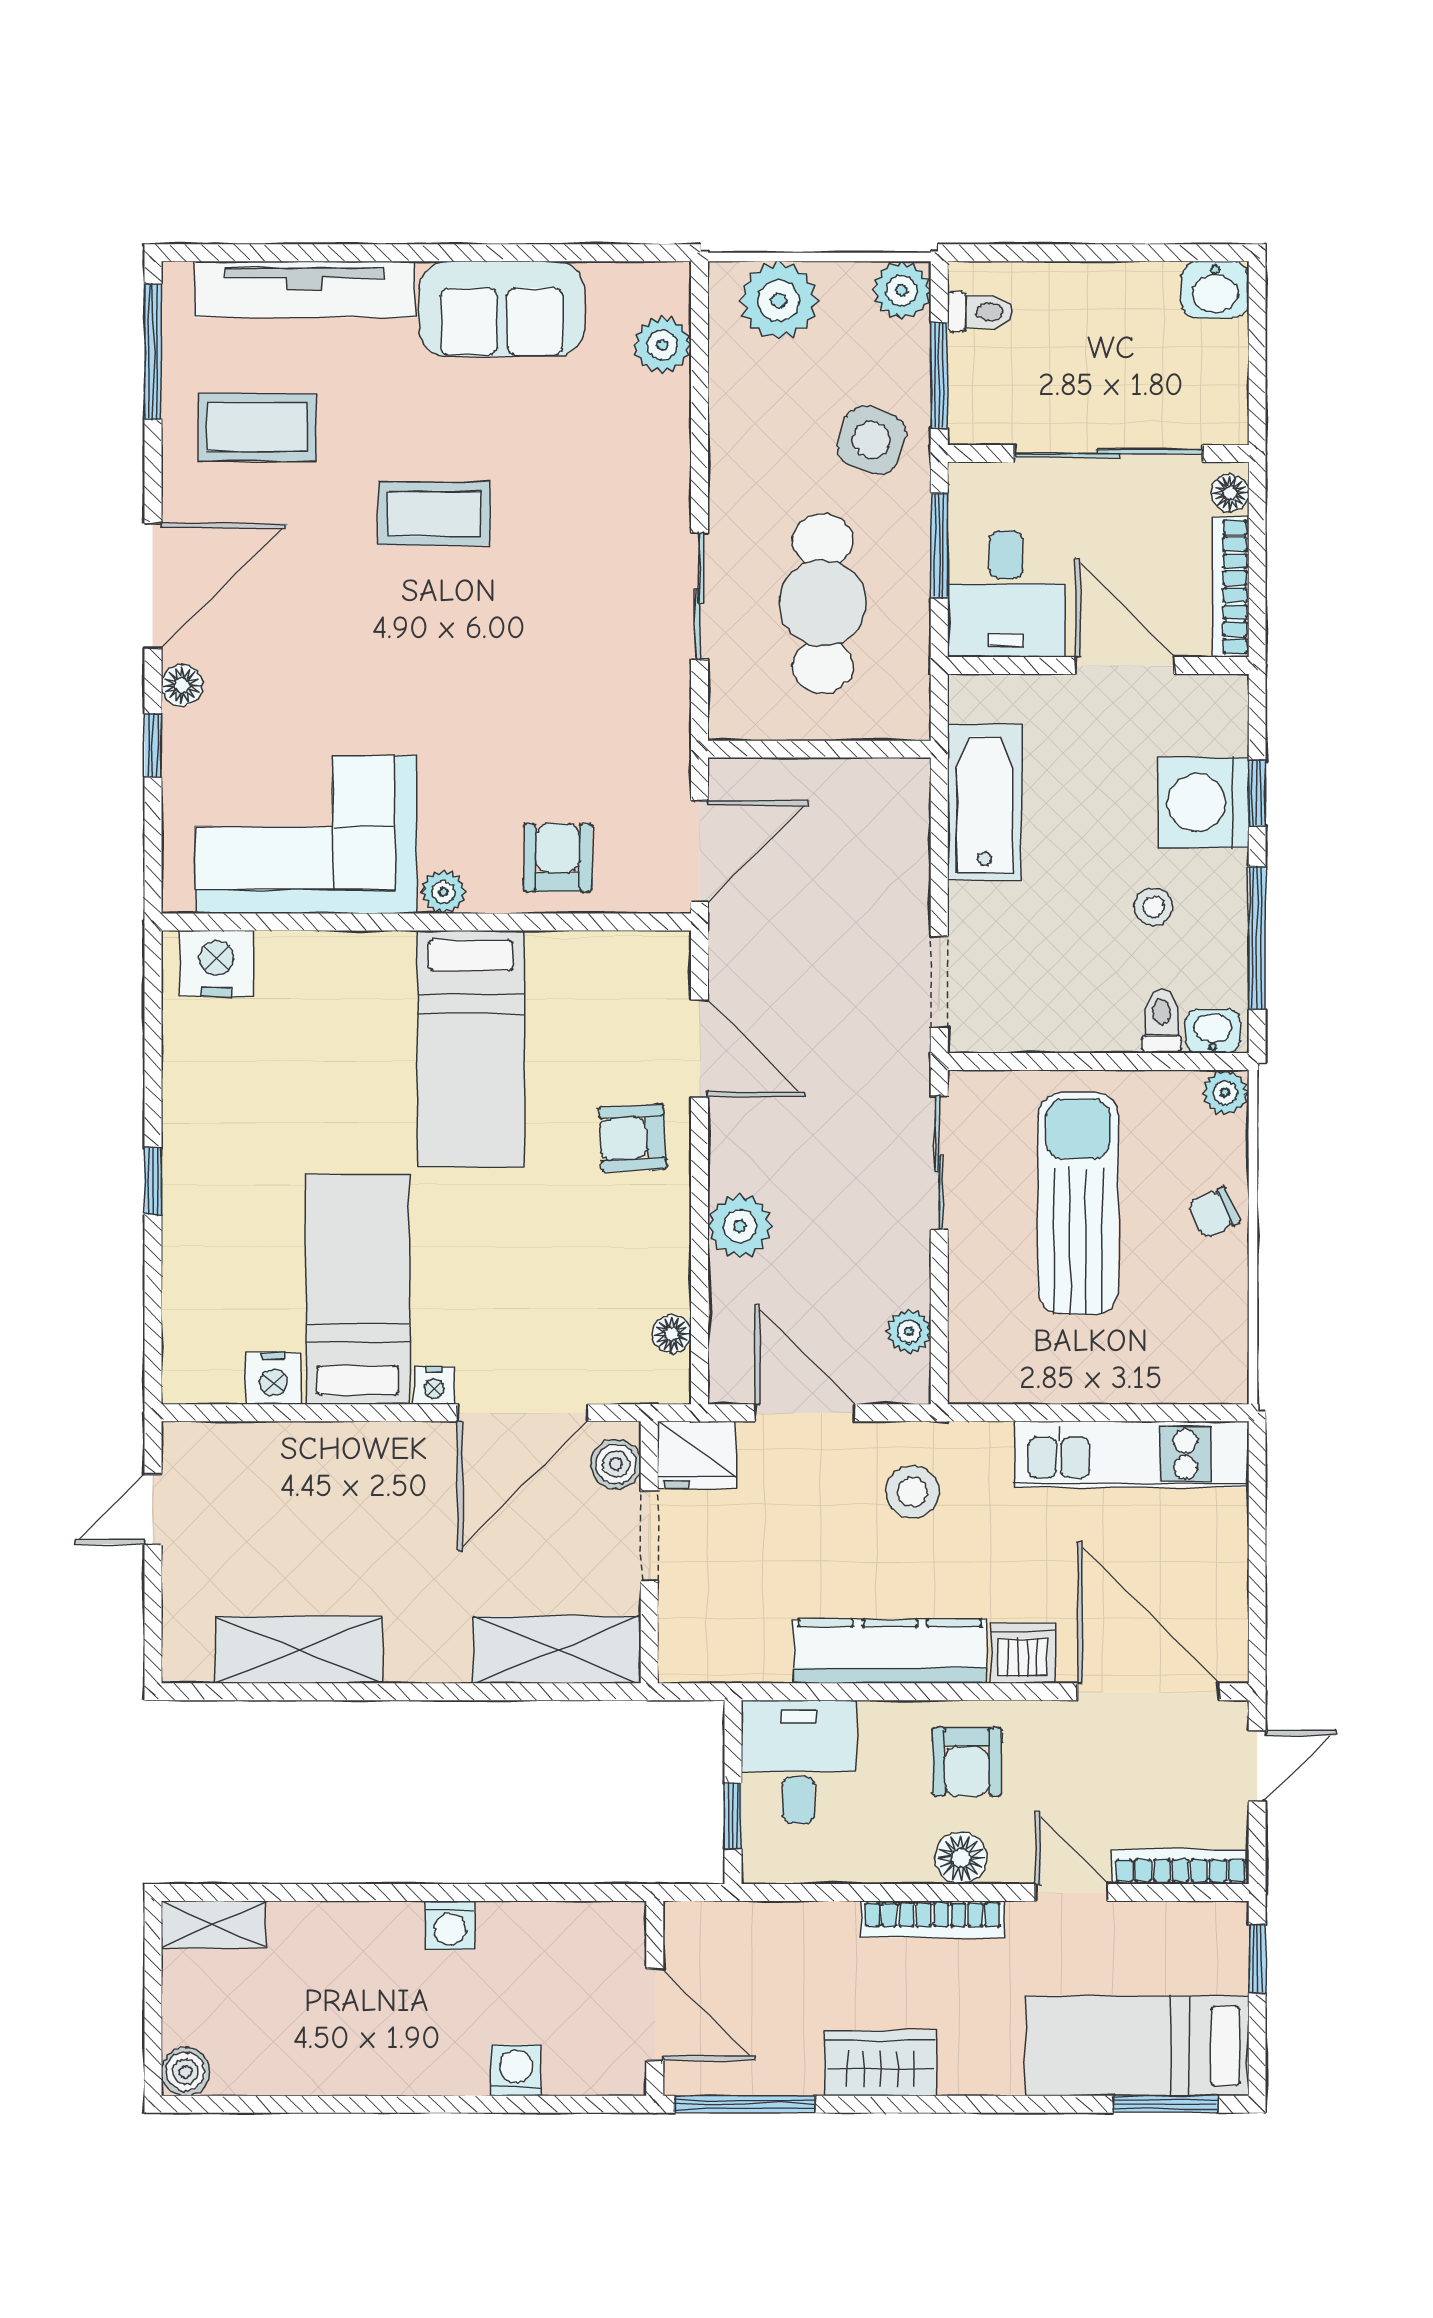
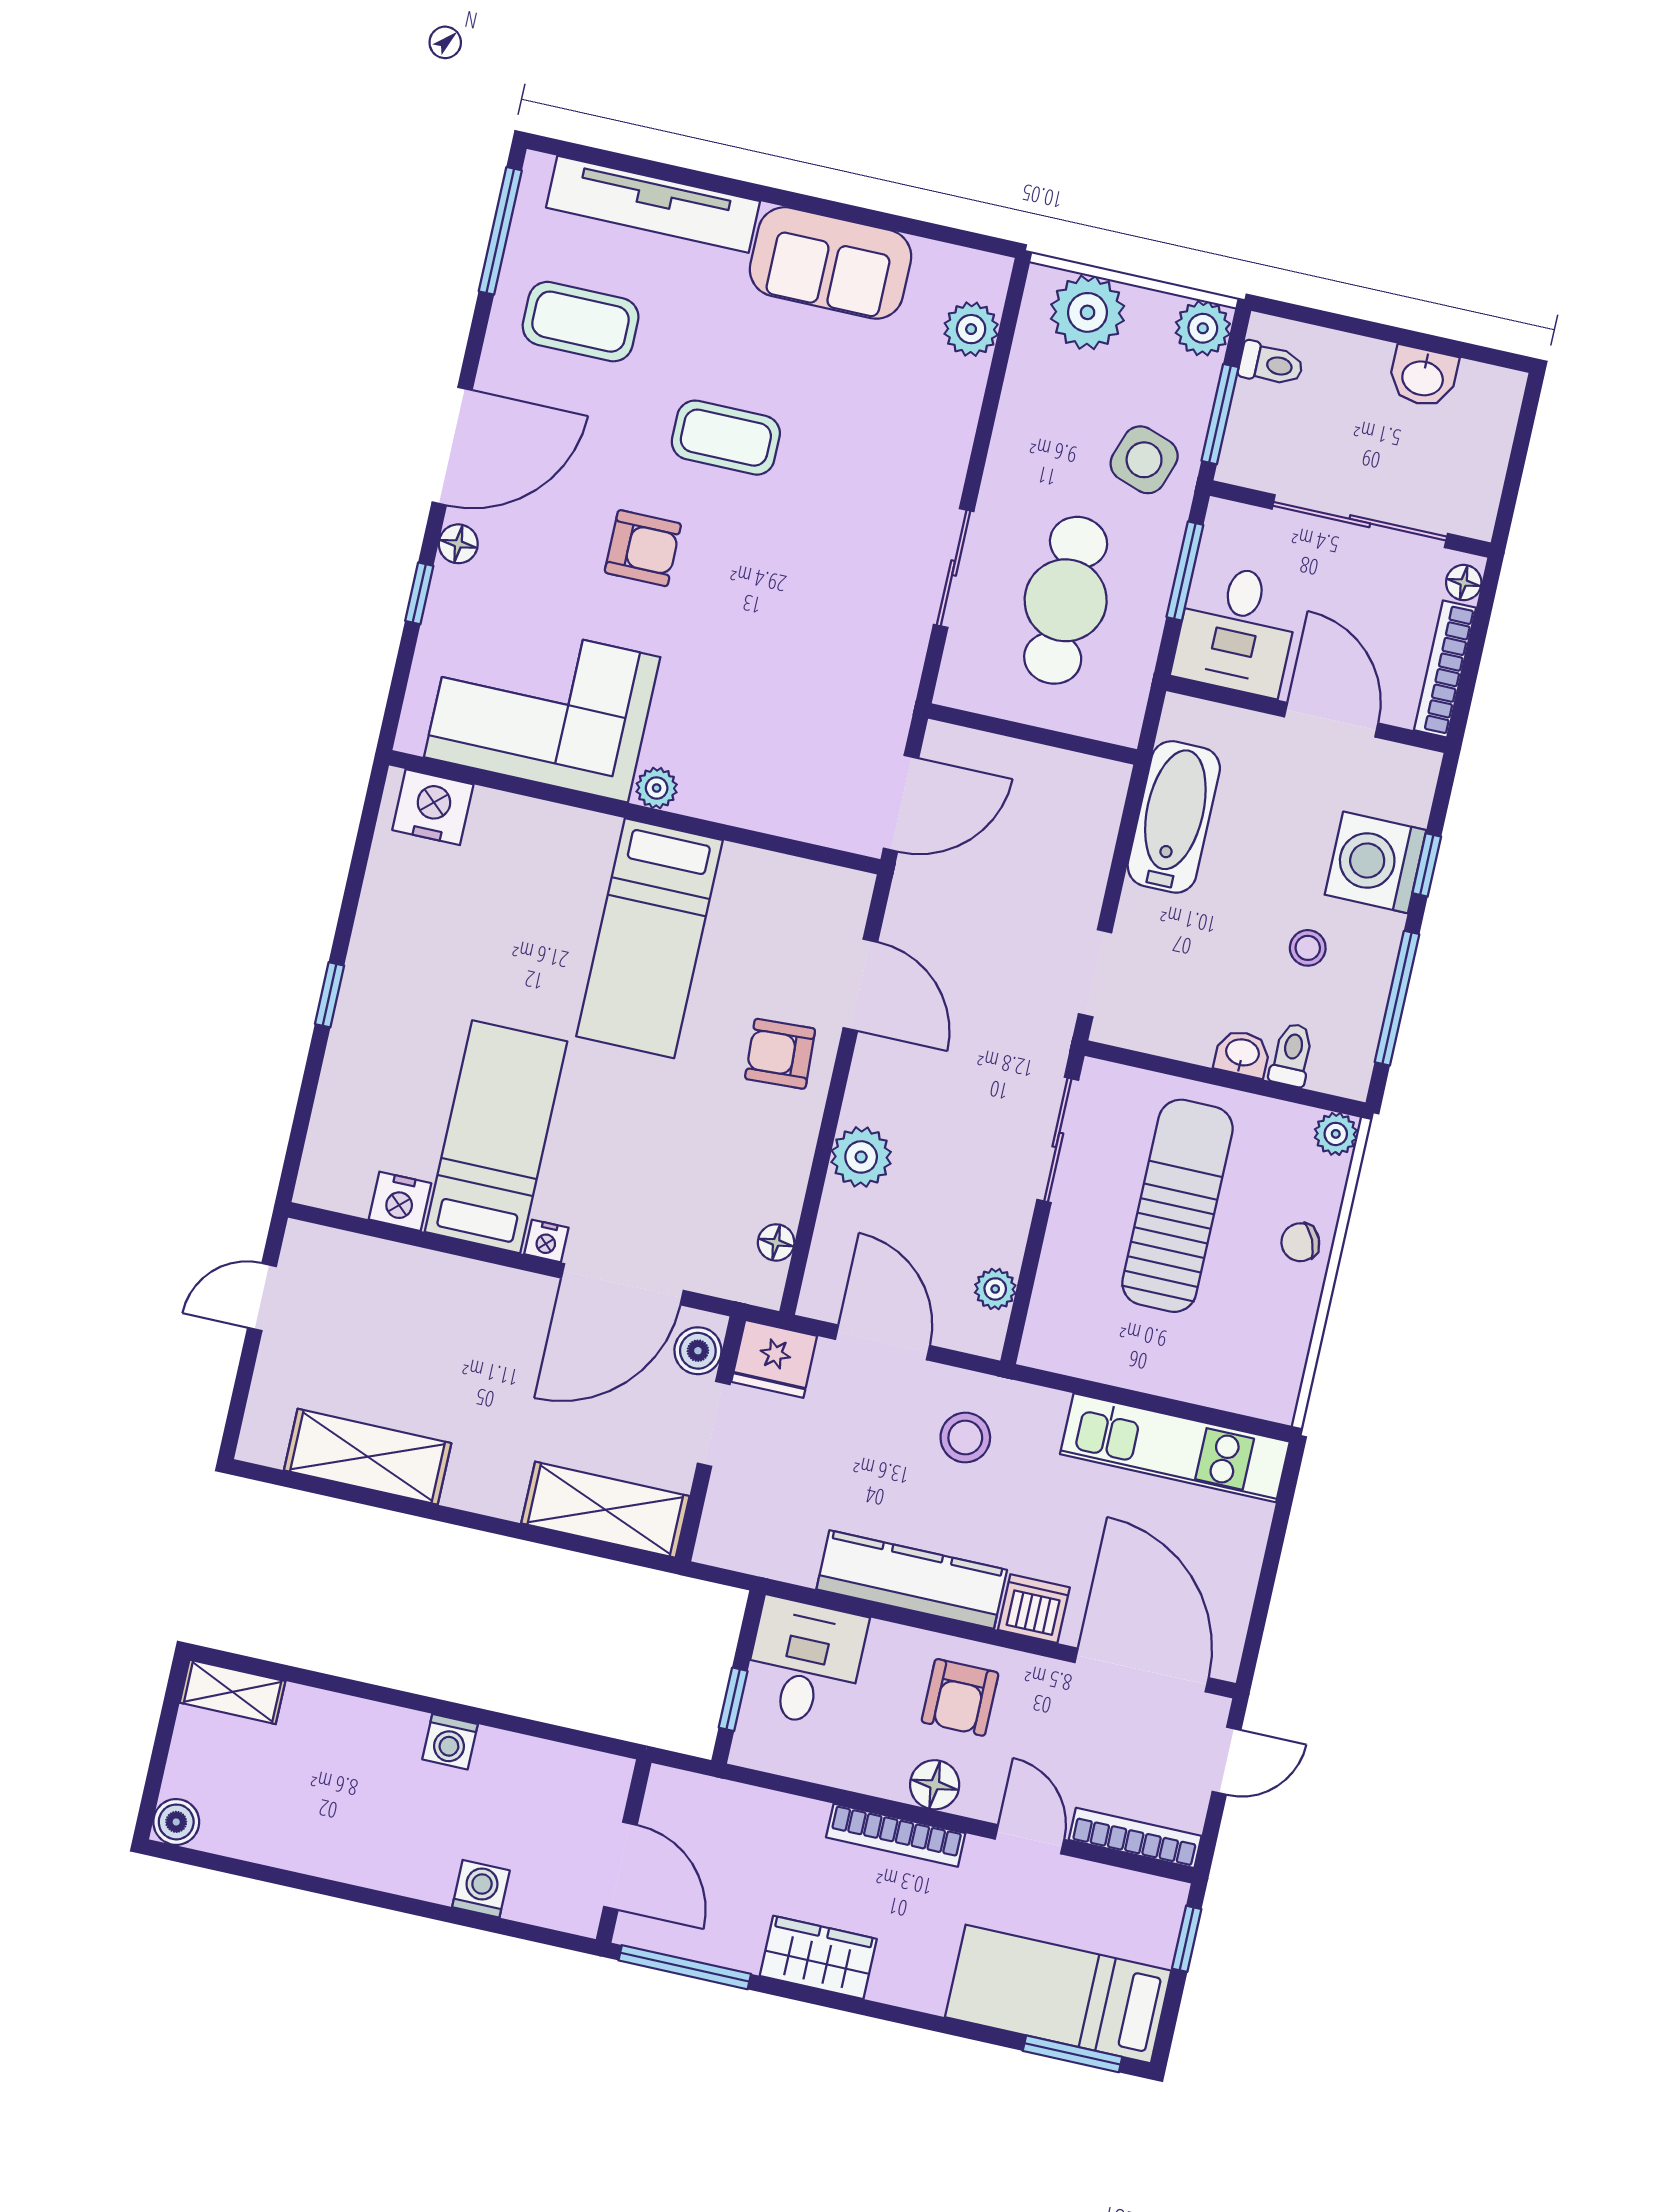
washbasin: (1215, 290) -> (1423, 377), moved
armchair: (558, 858) -> (643, 548), moved, turned 90
washbasin: (1213, 1031) -> (1242, 1054), moved

